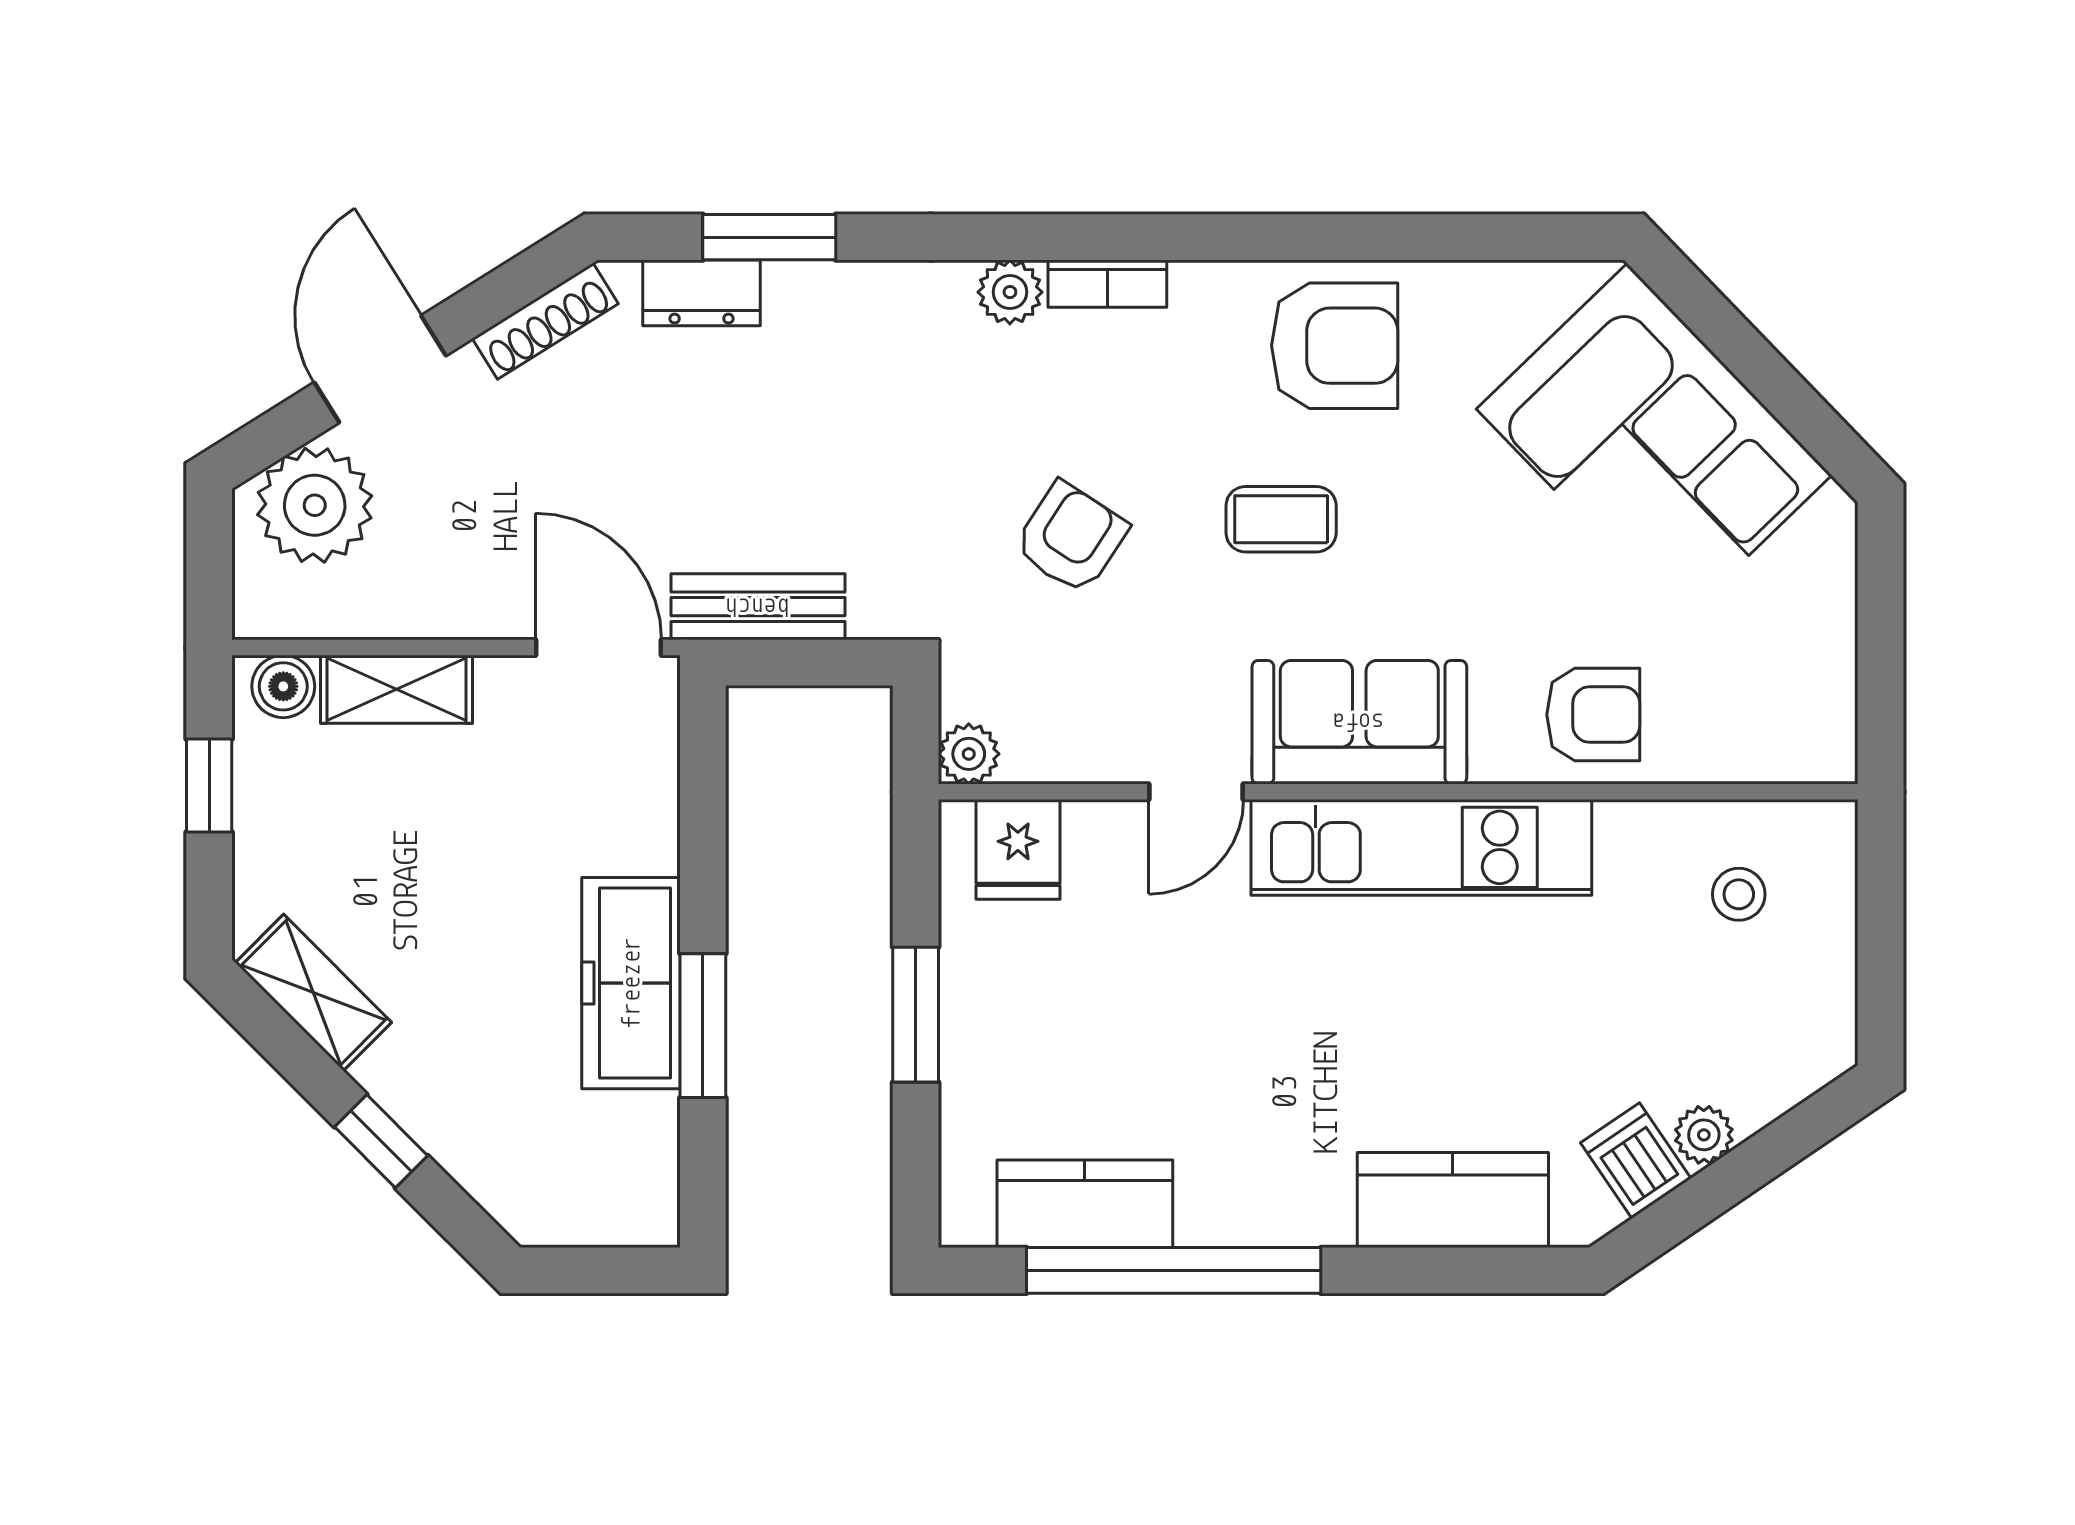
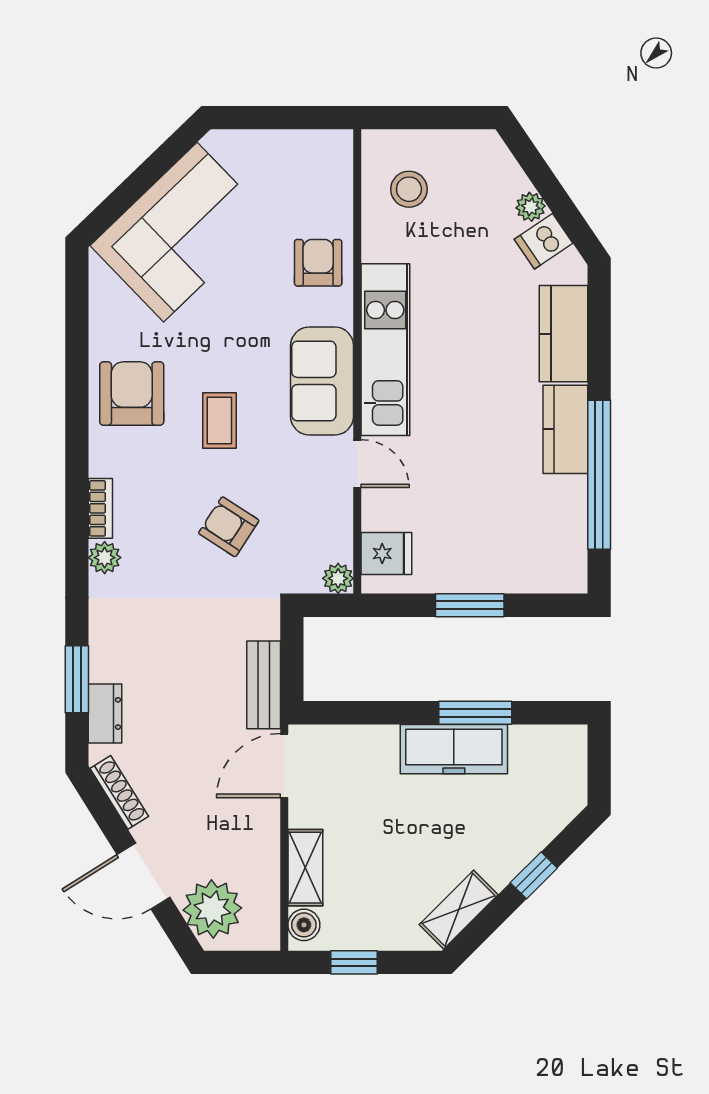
stool: (1739, 894) -> (409, 189), width x1.37, depth x1.37
kitchen counter: (1085, 1204) -> (565, 429), moved

